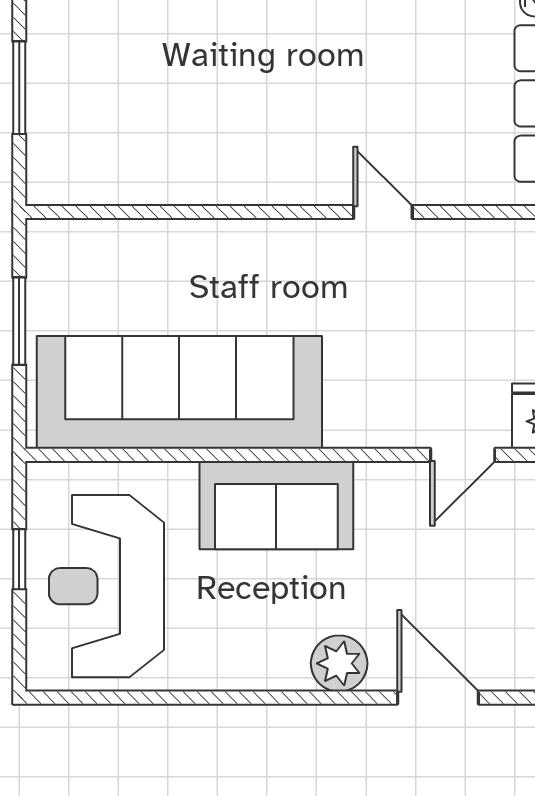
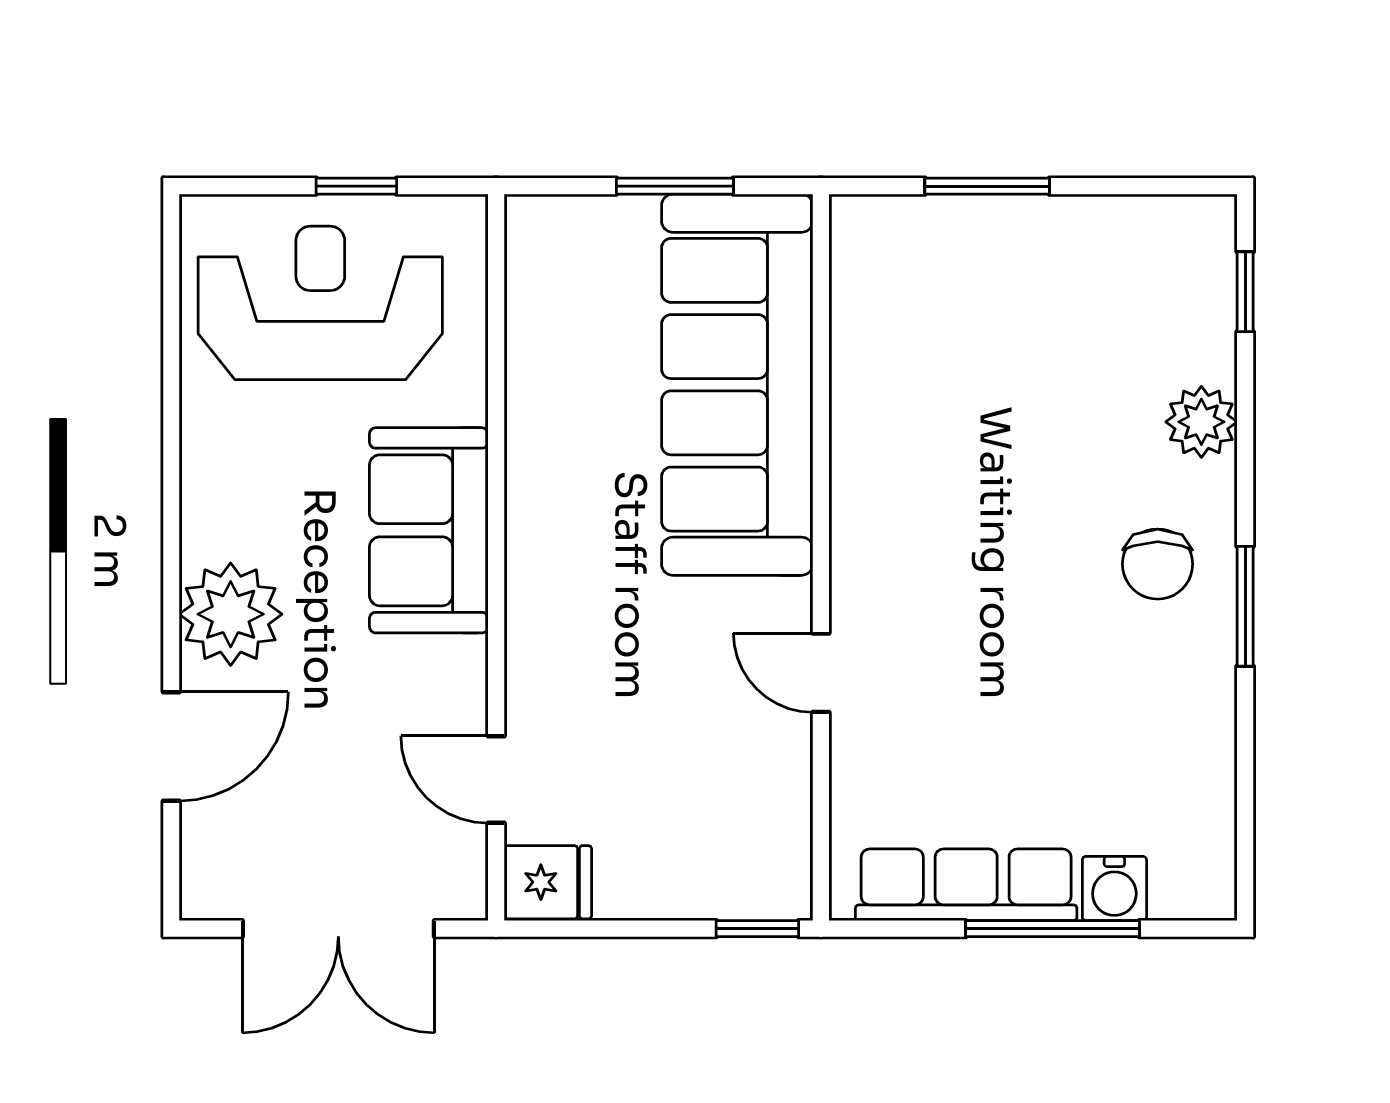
door: (383, 212) -> (821, 673), swing flipped
sofa: (179, 392) -> (737, 385), moved, turned 180
plant: (339, 663) -> (231, 614), width x1.36, depth x1.36

